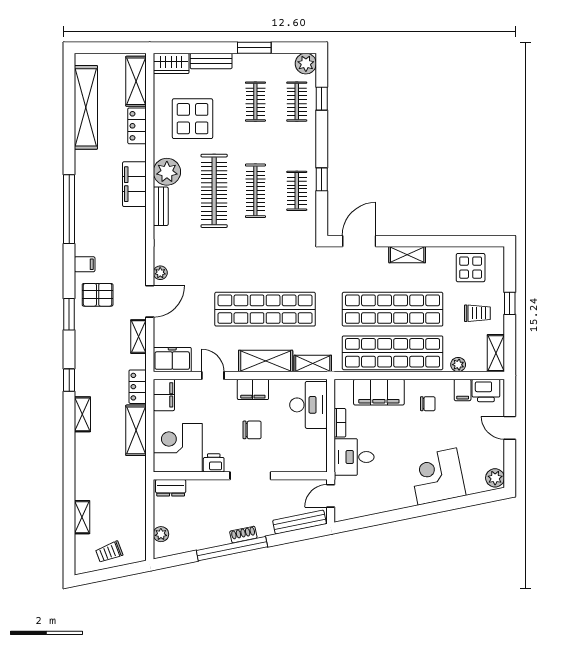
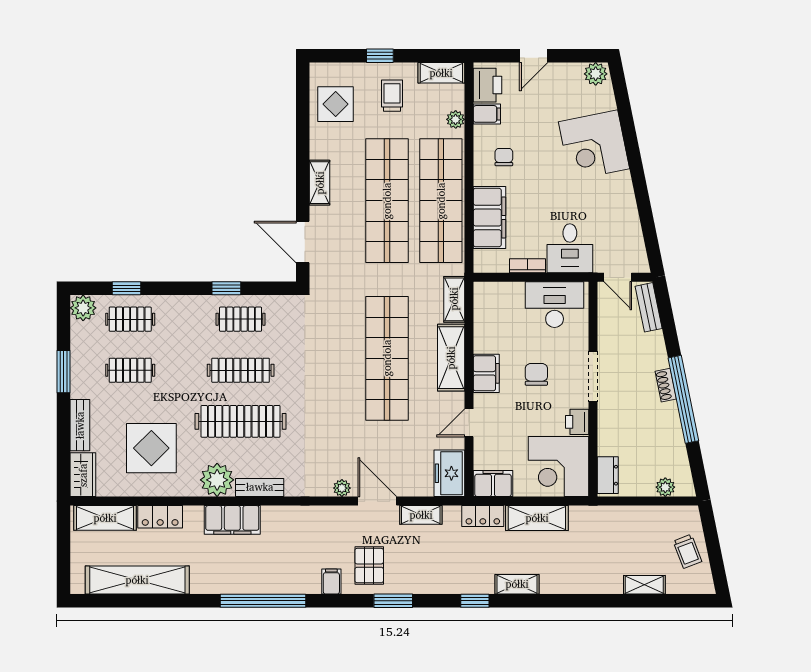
desk: (308, 405) -> (555, 305), moved
bench: (300, 522) -> (649, 307), width x0.73

